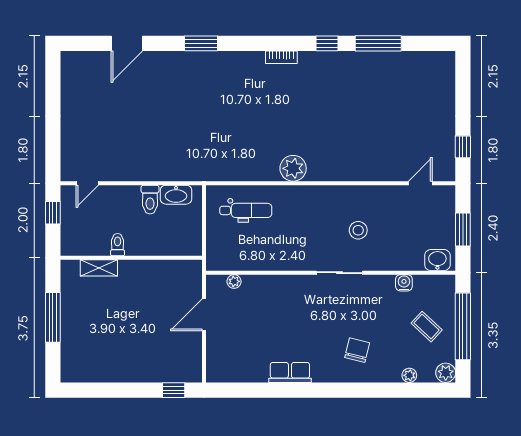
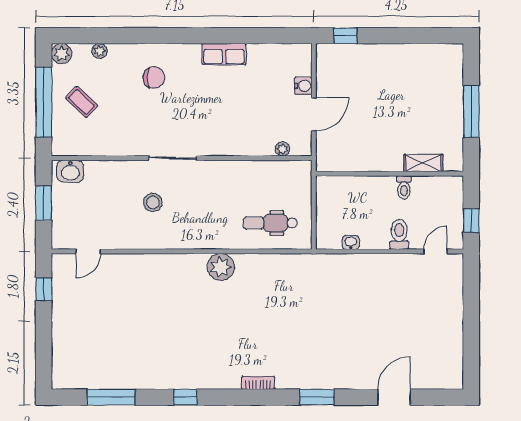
window: (378, 43) -> (111, 397), moved
bookcase: (281, 57) -> (258, 383), moved
washbasin: (176, 195) -> (351, 243), width x0.52, depth x0.69
toilet: (150, 200) -> (399, 234), moved
water cooler: (404, 283) -> (303, 86), moved, turned -90
chair: (357, 350) -> (154, 77), turned -104

